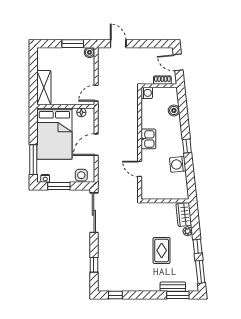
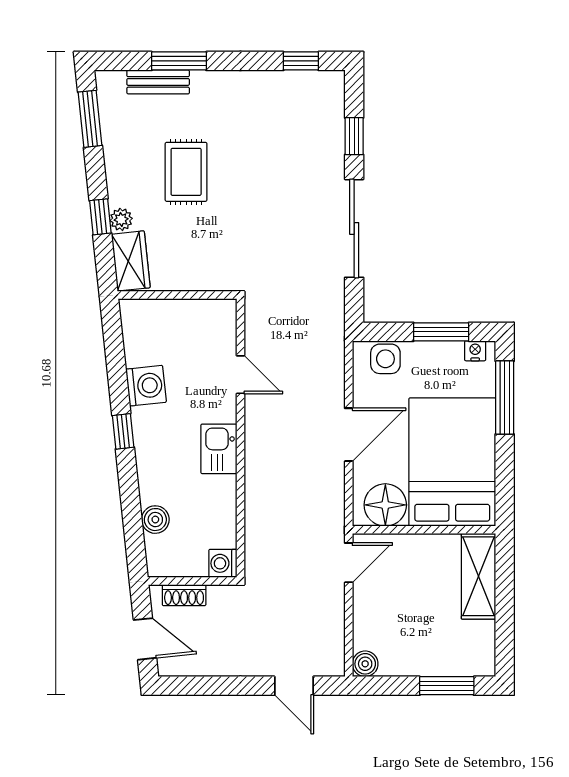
window: (73, 44) -> (447, 686), moved
floor lamp: (81, 112) -> (385, 505), width x1.89, depth x1.89
sliding door: (94, 213) -> (354, 228), moved
window: (198, 246) -> (100, 217), moved
window: (178, 295) -> (179, 61), moved

